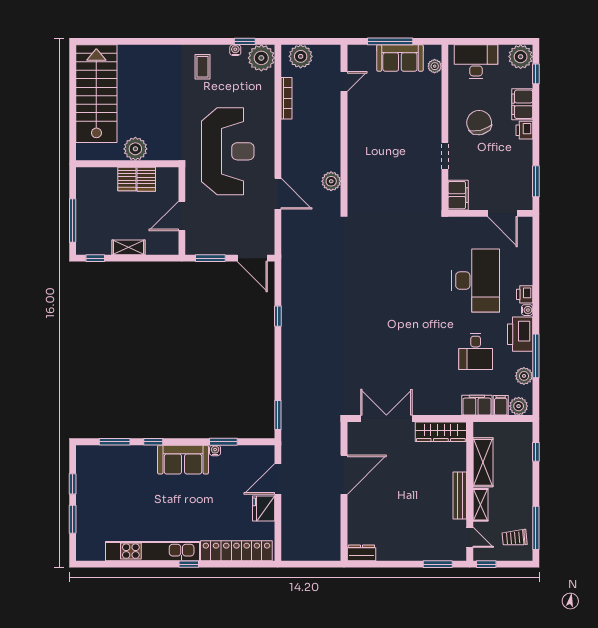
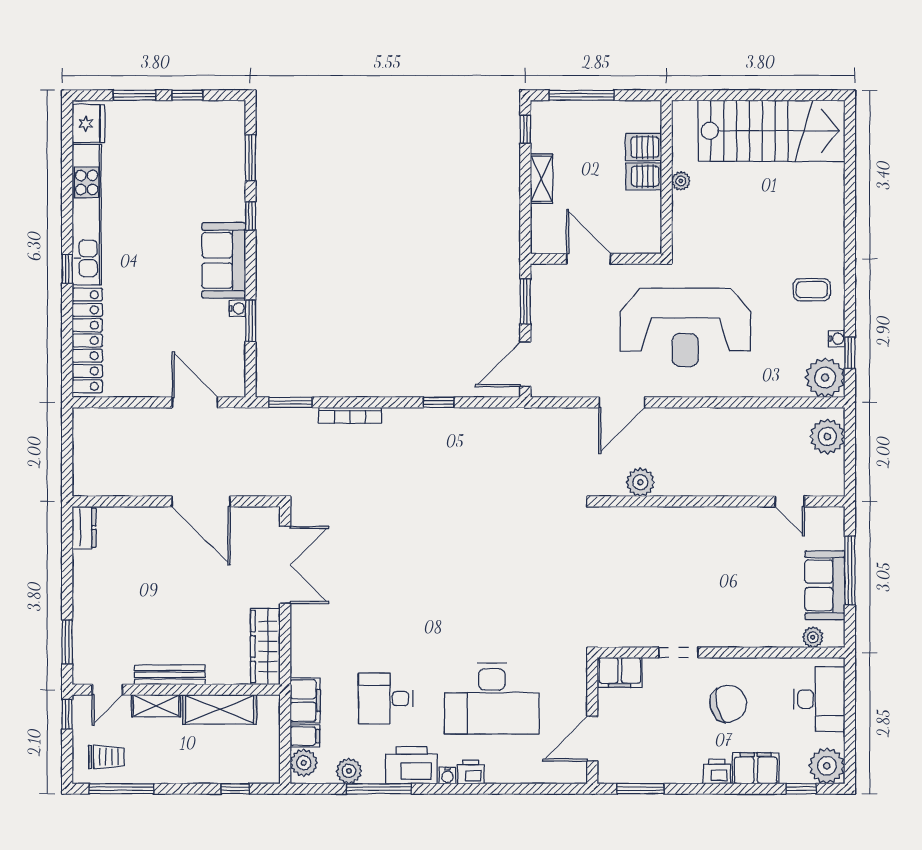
bookcase: (286, 98) -> (350, 415), moved
plant: (135, 149) -> (681, 181), width x0.53, depth x0.53
server rack: (146, 179) -> (643, 147), moved
fridge: (264, 508) -> (88, 124), moved, turned 90
trolley: (515, 538) -> (106, 757), turned 95

